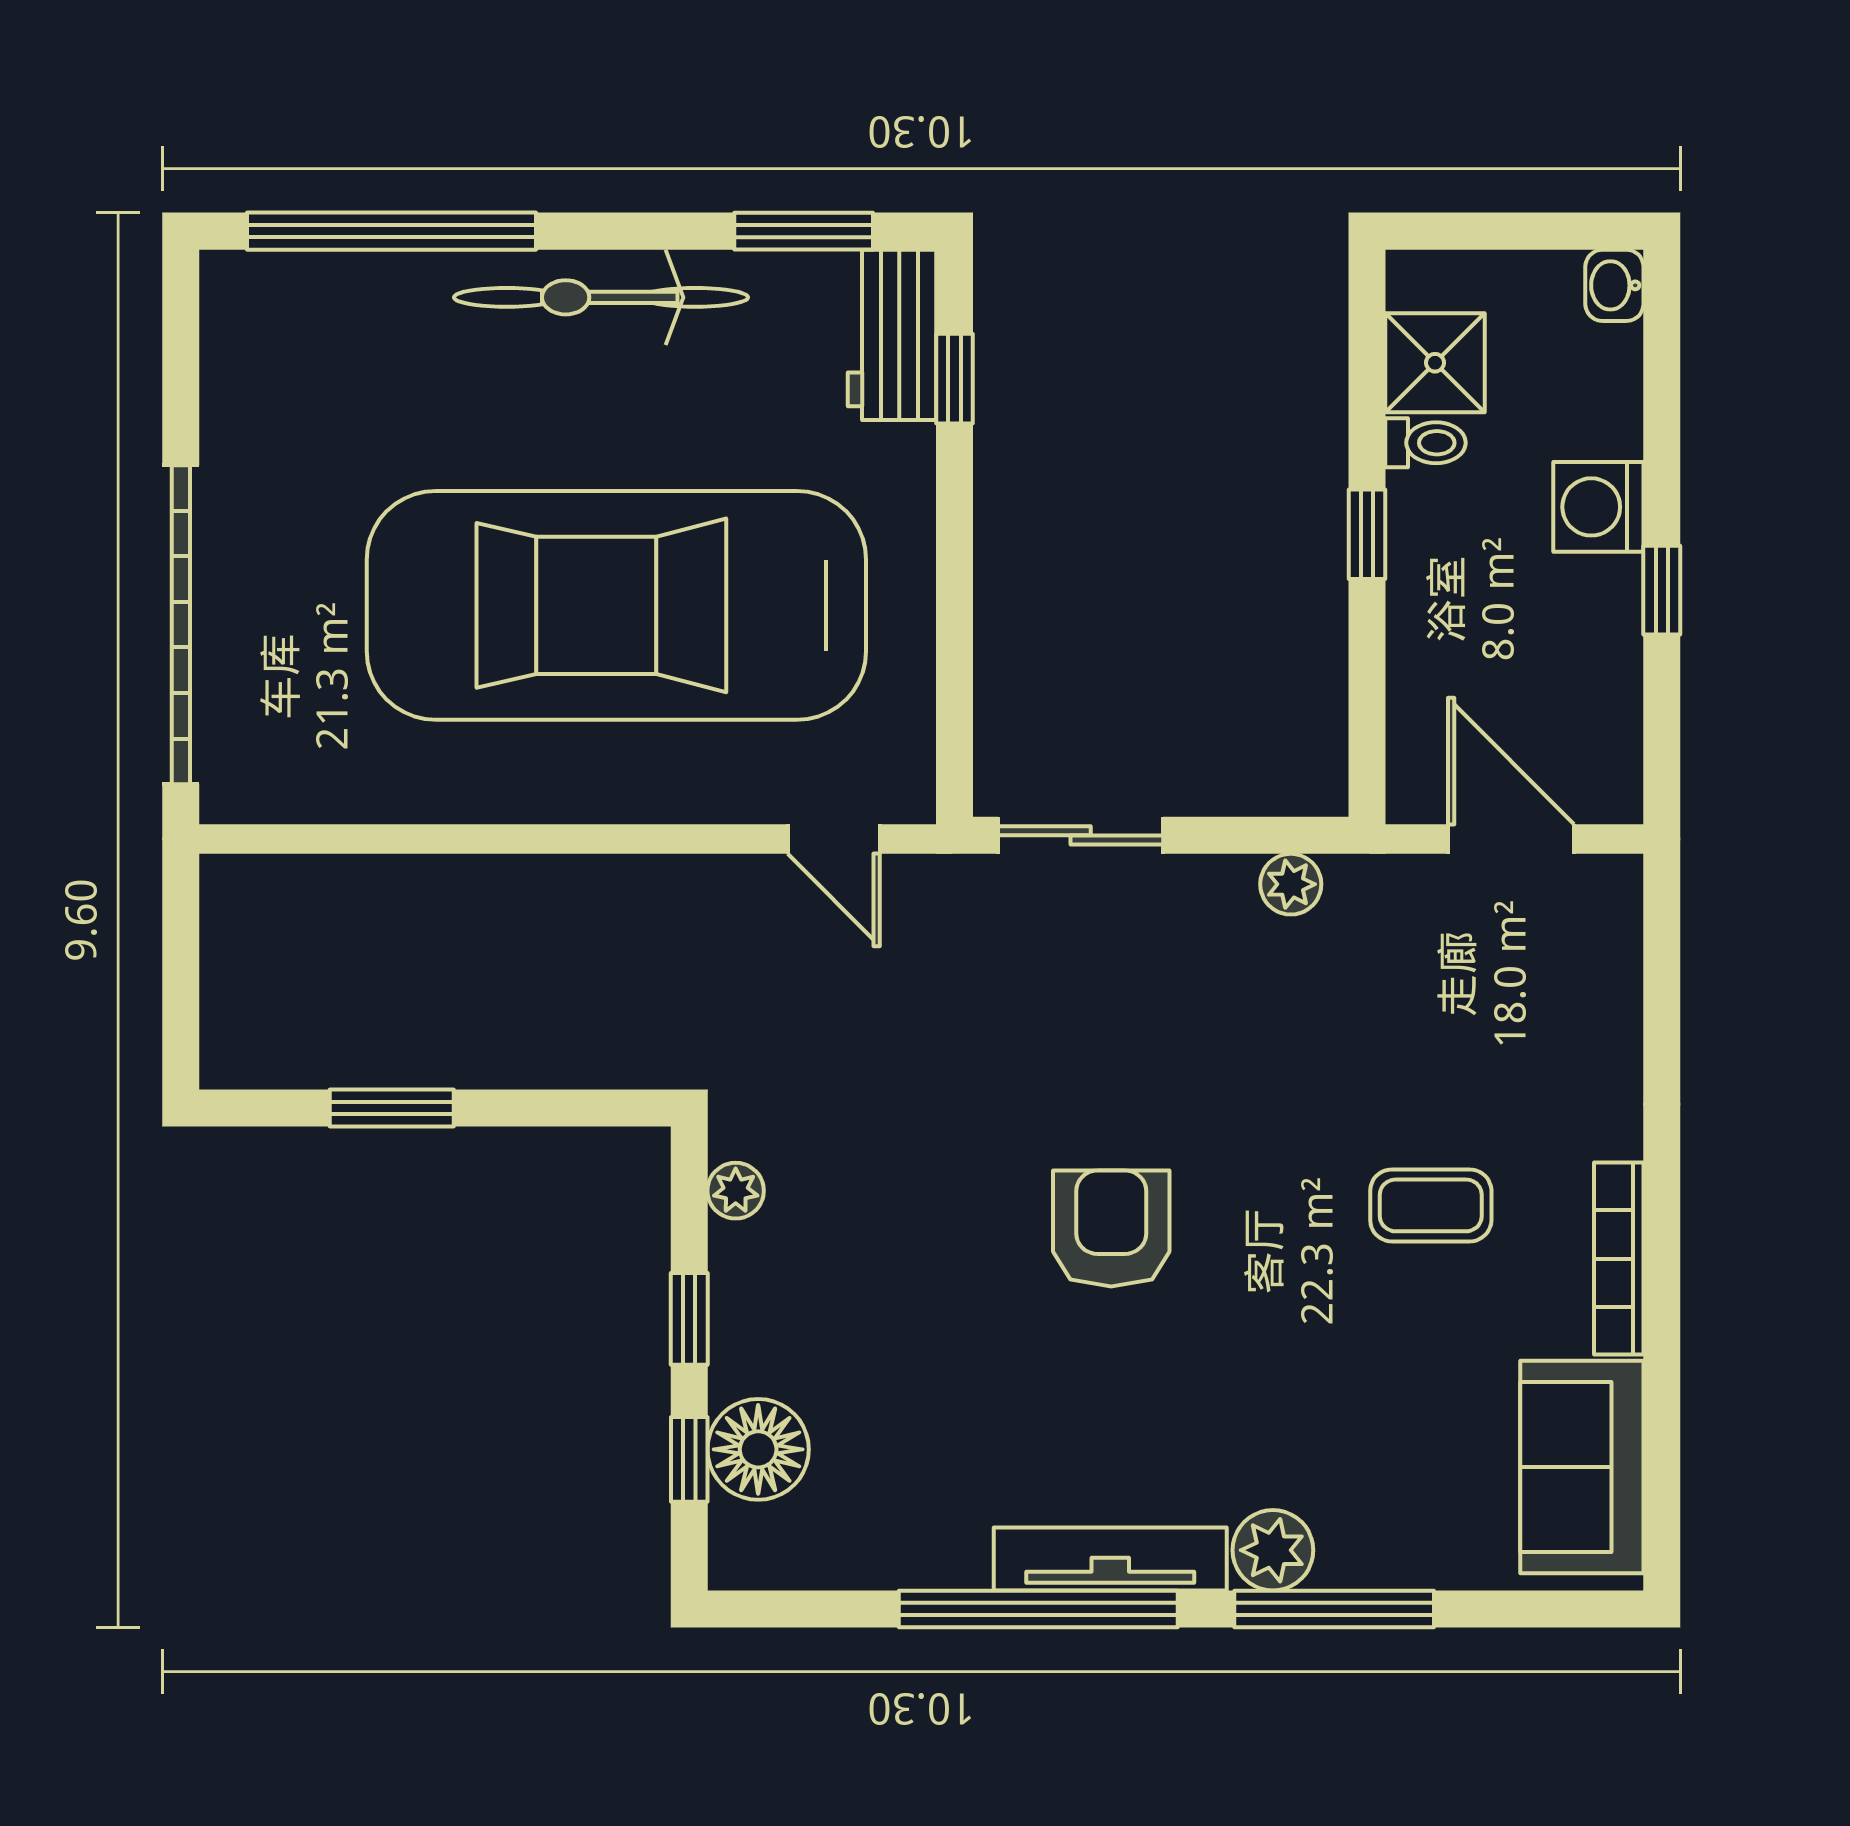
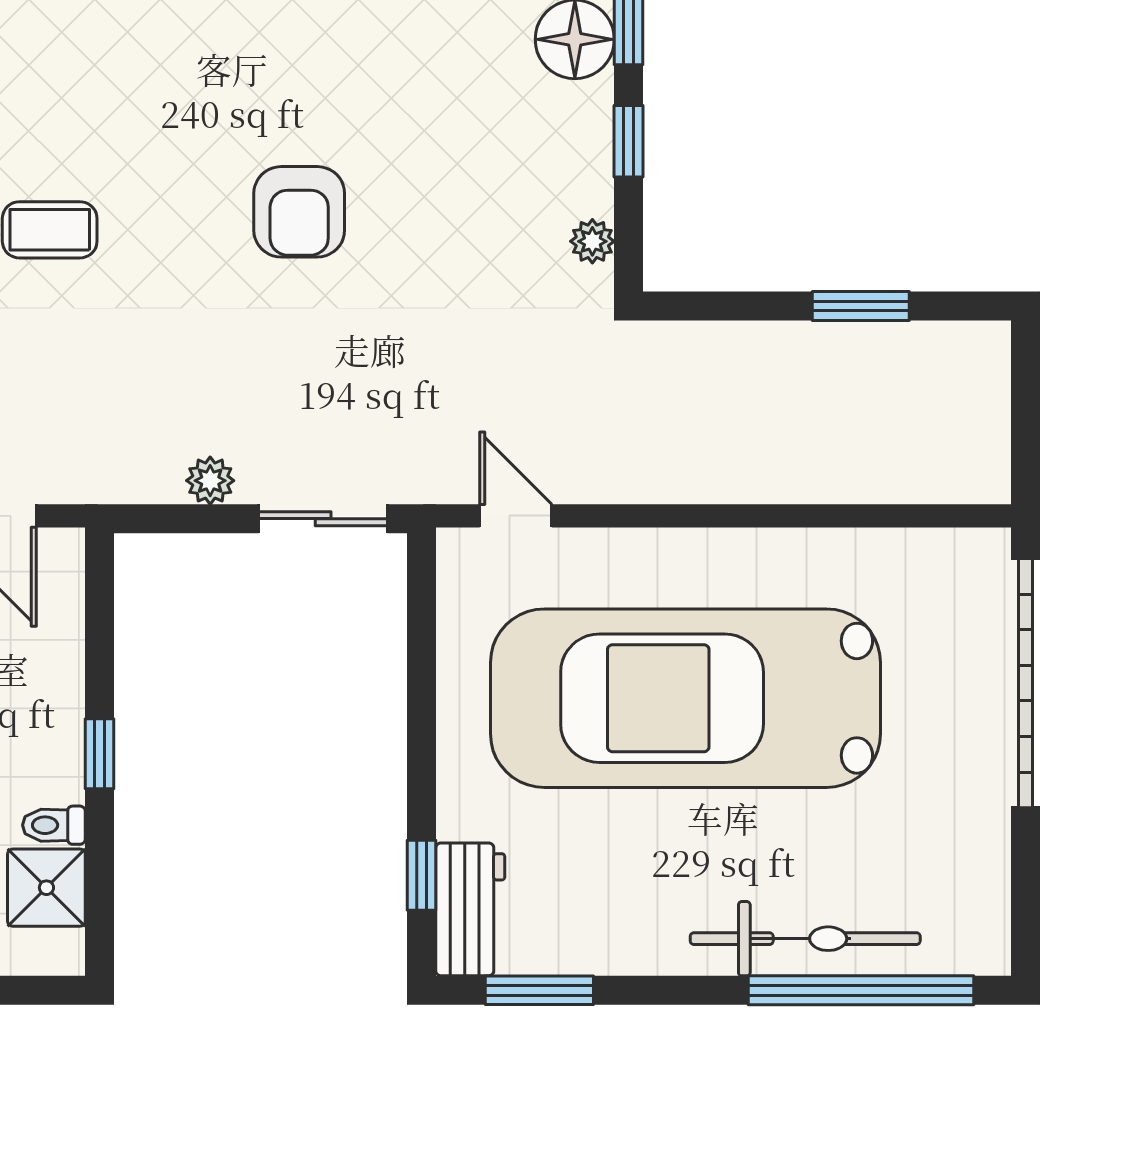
bicycle: (601, 297) -> (805, 939), moved
car: (616, 605) -> (685, 698), turned 180
plant: (1291, 884) -> (210, 481), moved

